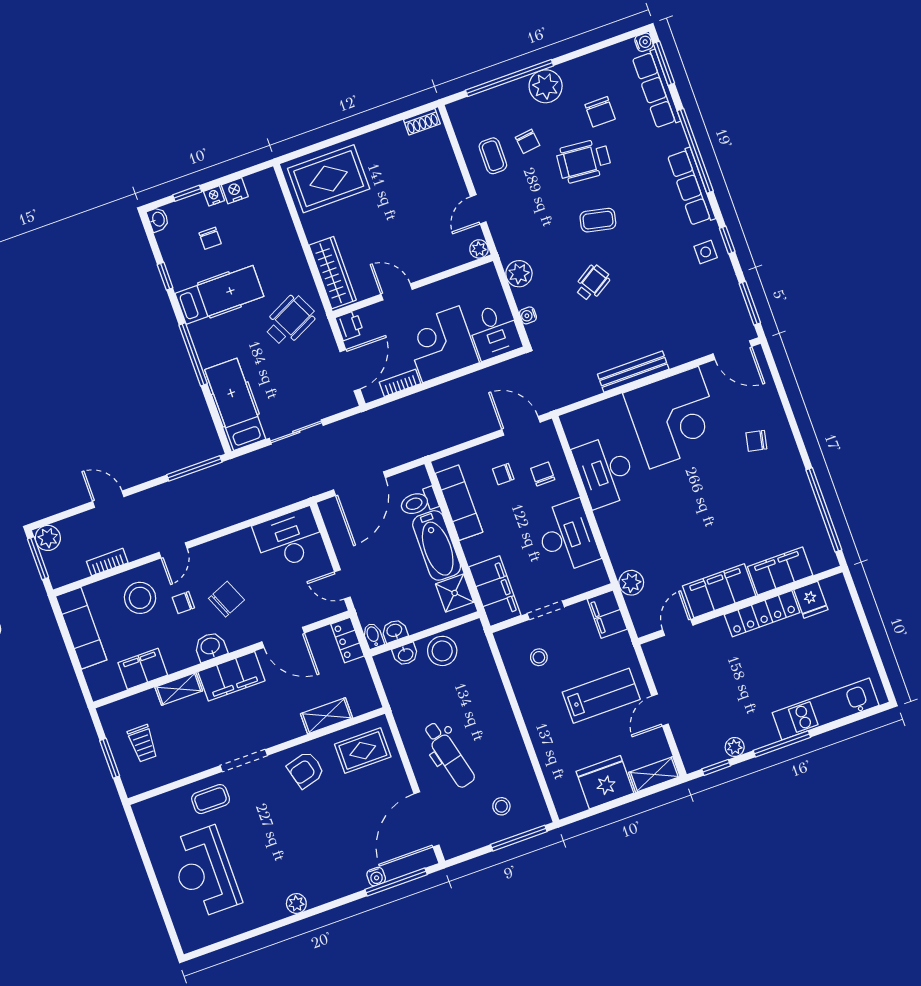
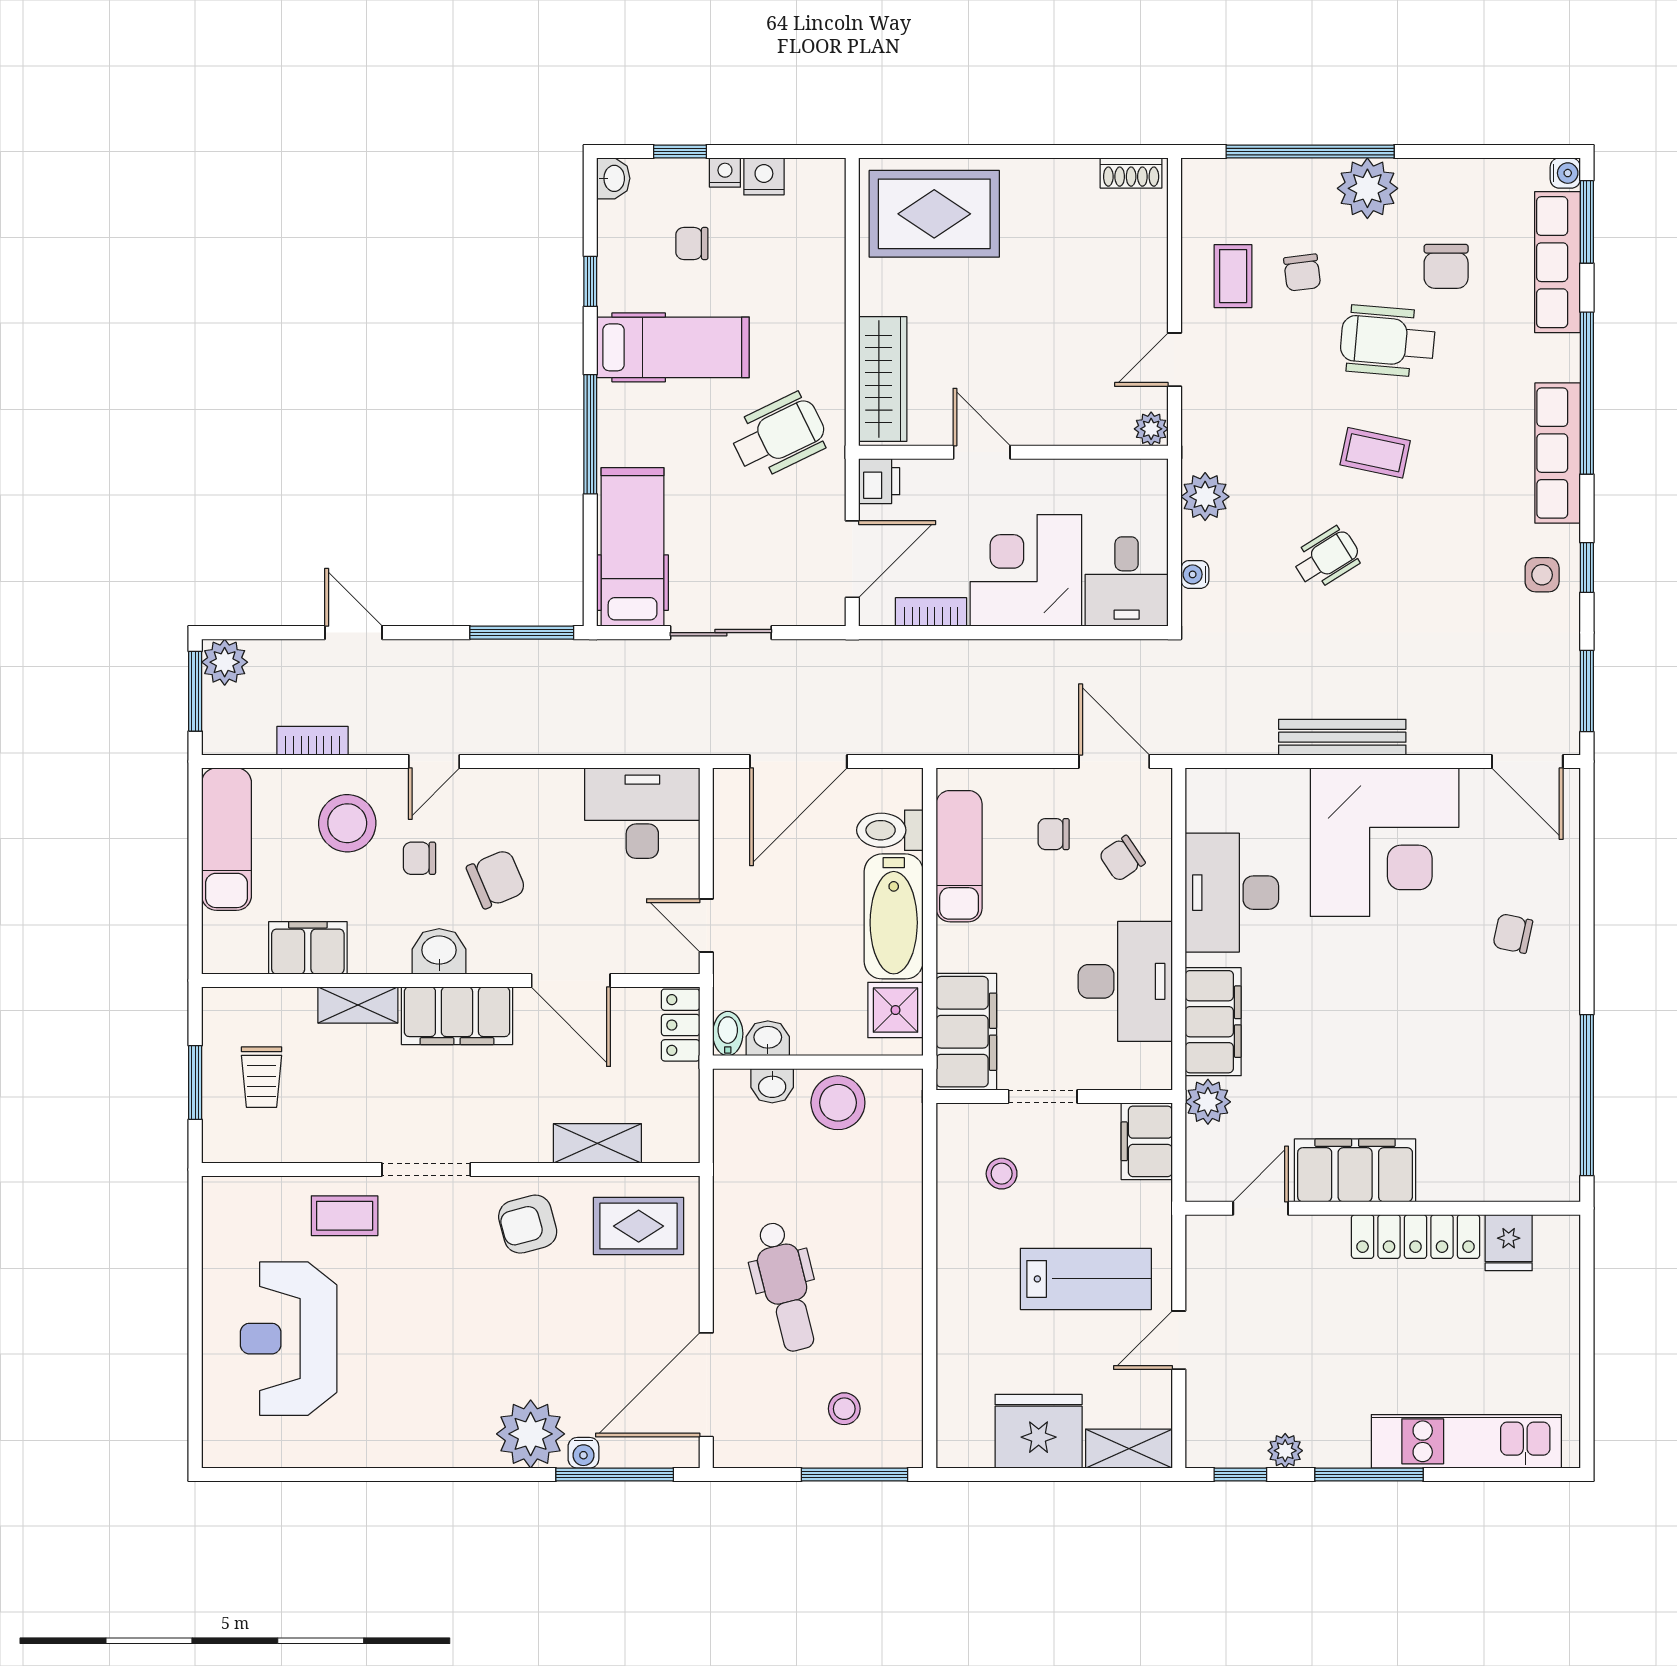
chair: (210, 238) -> (692, 243), turned 90
chair: (543, 474) -> (1122, 858), turned -124
filing cabinet: (780, 571) -> (1213, 1022), moved, turned 90
plant: (296, 903) -> (531, 1434), moved, width x1.88, depth x1.88

